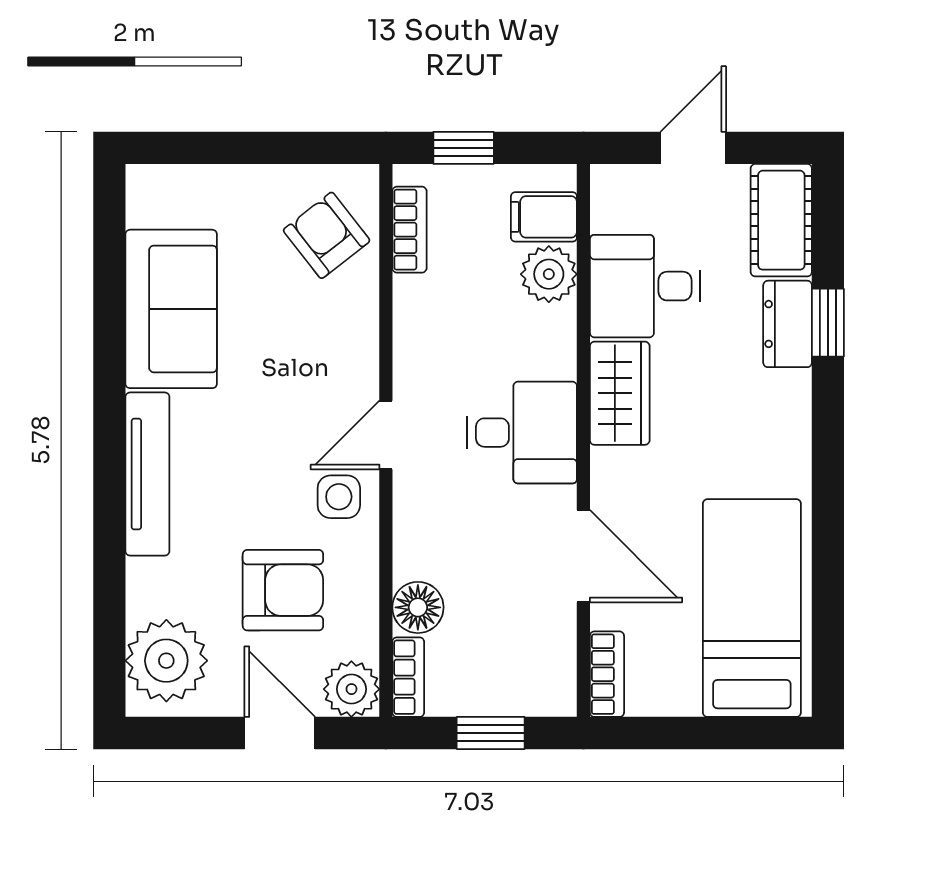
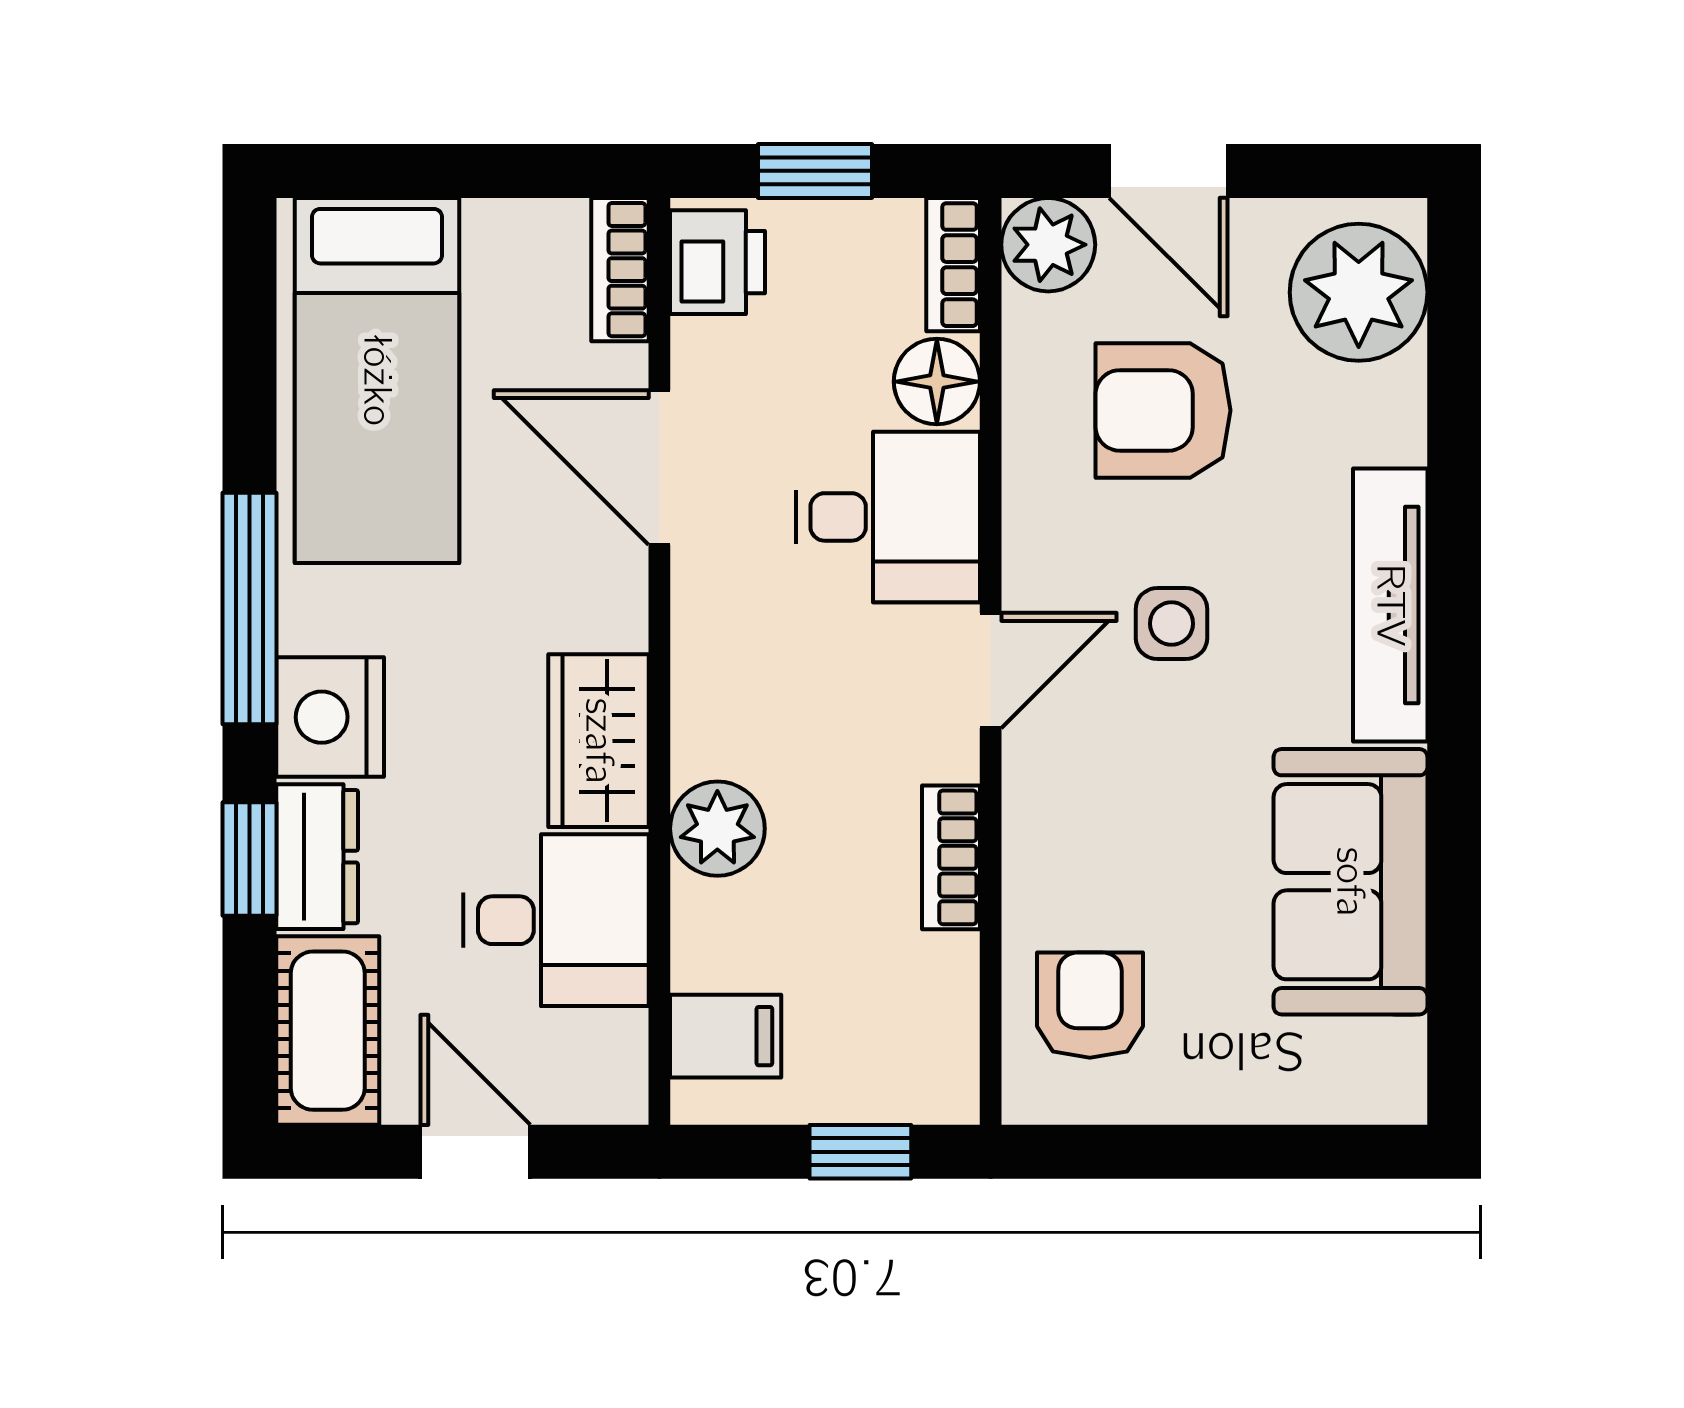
door: (693, 148) -> (475, 1152), swing flipped
bookcase: (409, 230) -> (951, 857), moved
armchair: (327, 235) -> (1090, 1005), turned -142
plant: (549, 274) -> (717, 829), moved
nightstand: (780, 407) -> (330, 717), added
desk: (522, 433) -> (888, 517), moved, turned 180
window: (828, 472) -> (250, 609), added
side table: (339, 497) -> (1172, 624), moved
printer: (549, 679) -> (717, 262), added

